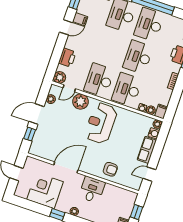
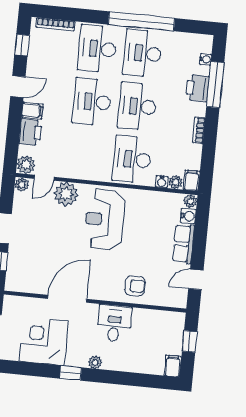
filing cabinet: (80, 19) -> (32, 110), moved
desk: (99, 80) -> (92, 102), moved
plant: (51, 99) -> (22, 185), moved

